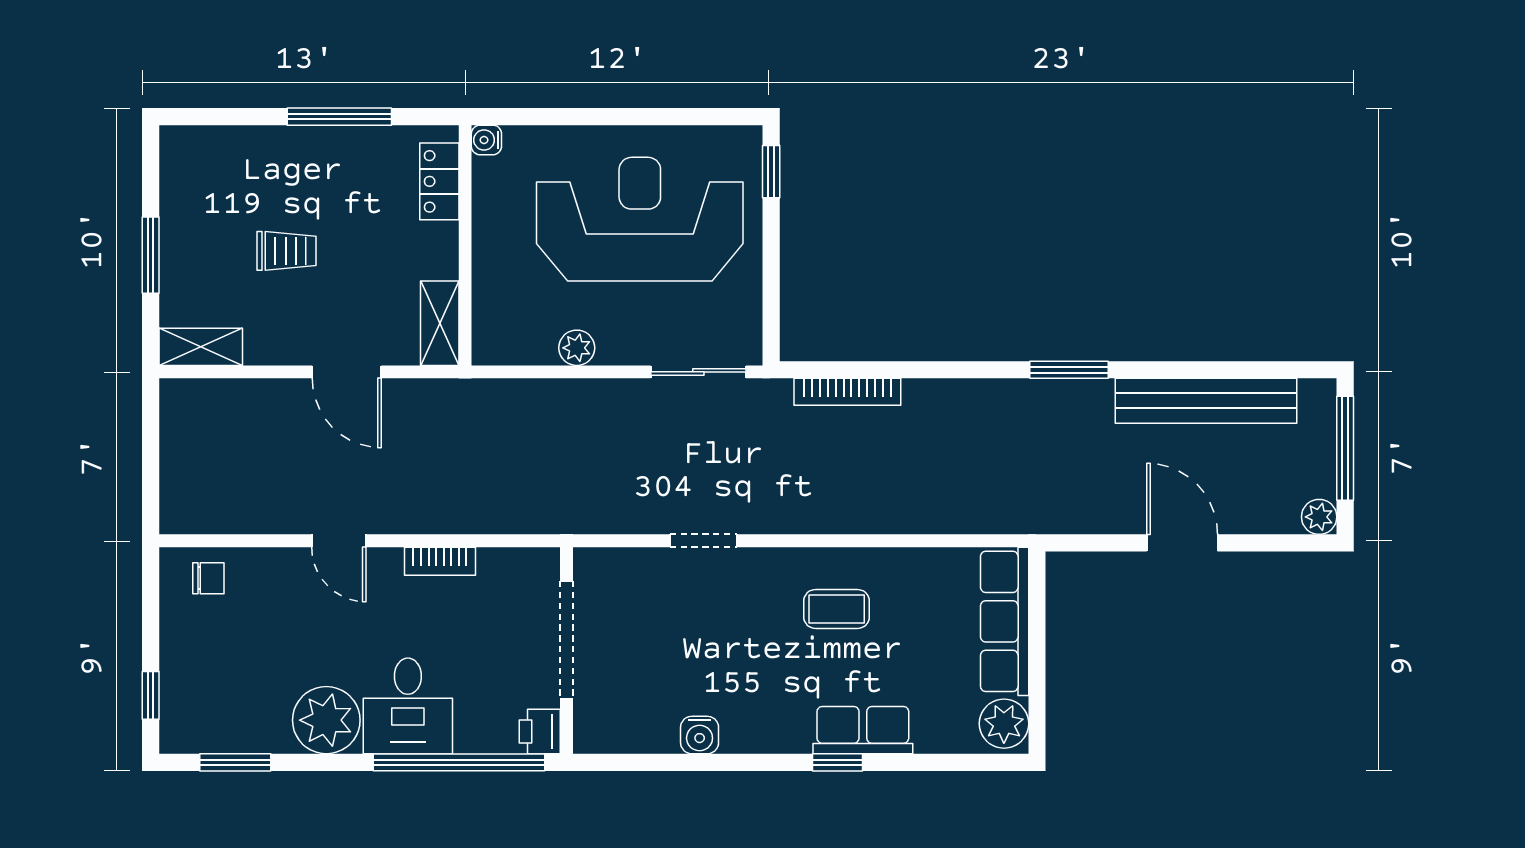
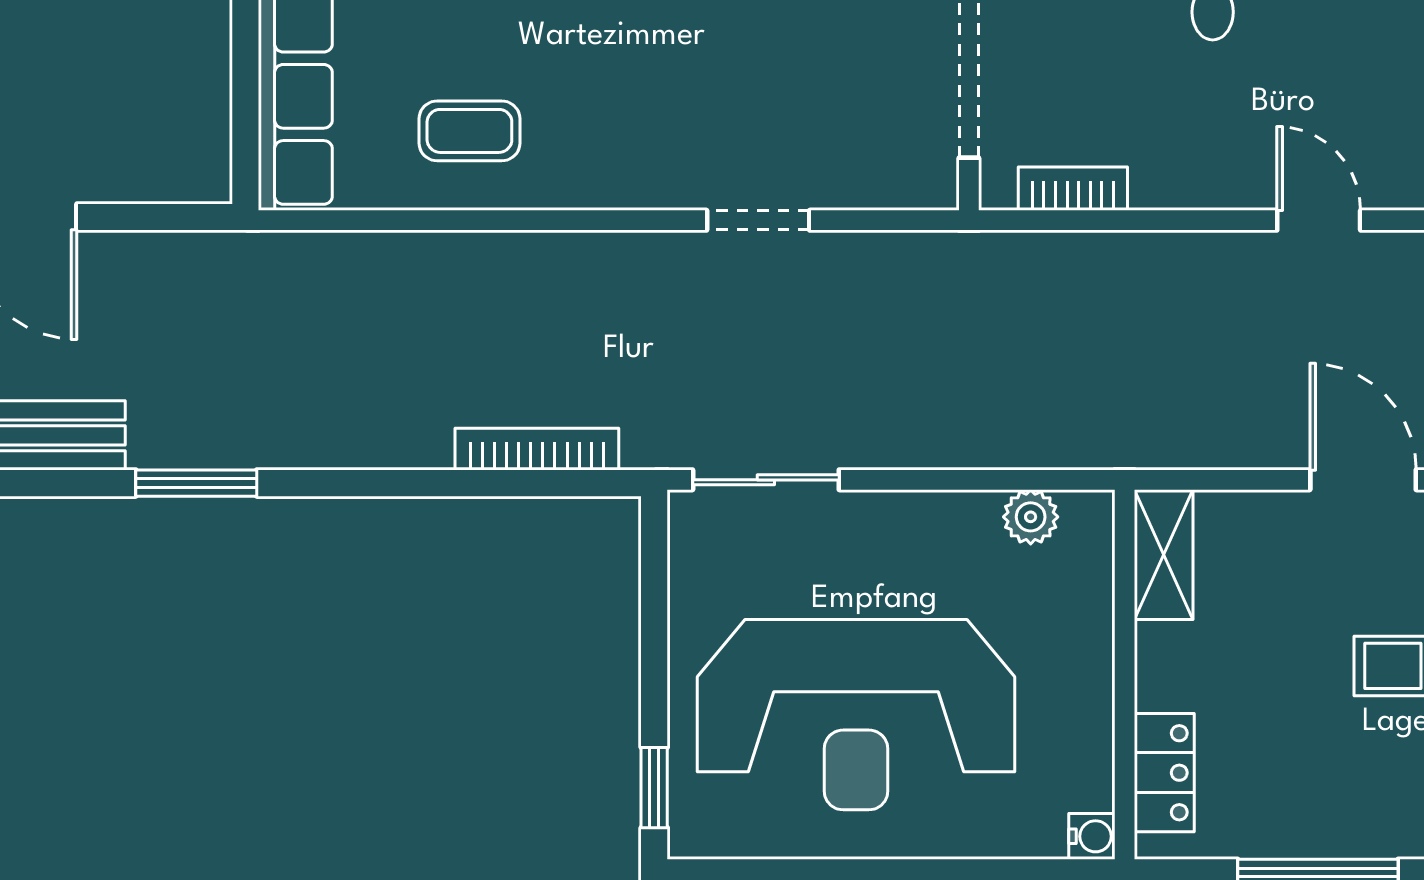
plant: (577, 348) -> (1031, 517), moved
door: (347, 372) -> (1363, 480), moved
bookcase: (440, 561) -> (1073, 189), moved
coffee table: (837, 609) -> (469, 131), moved

